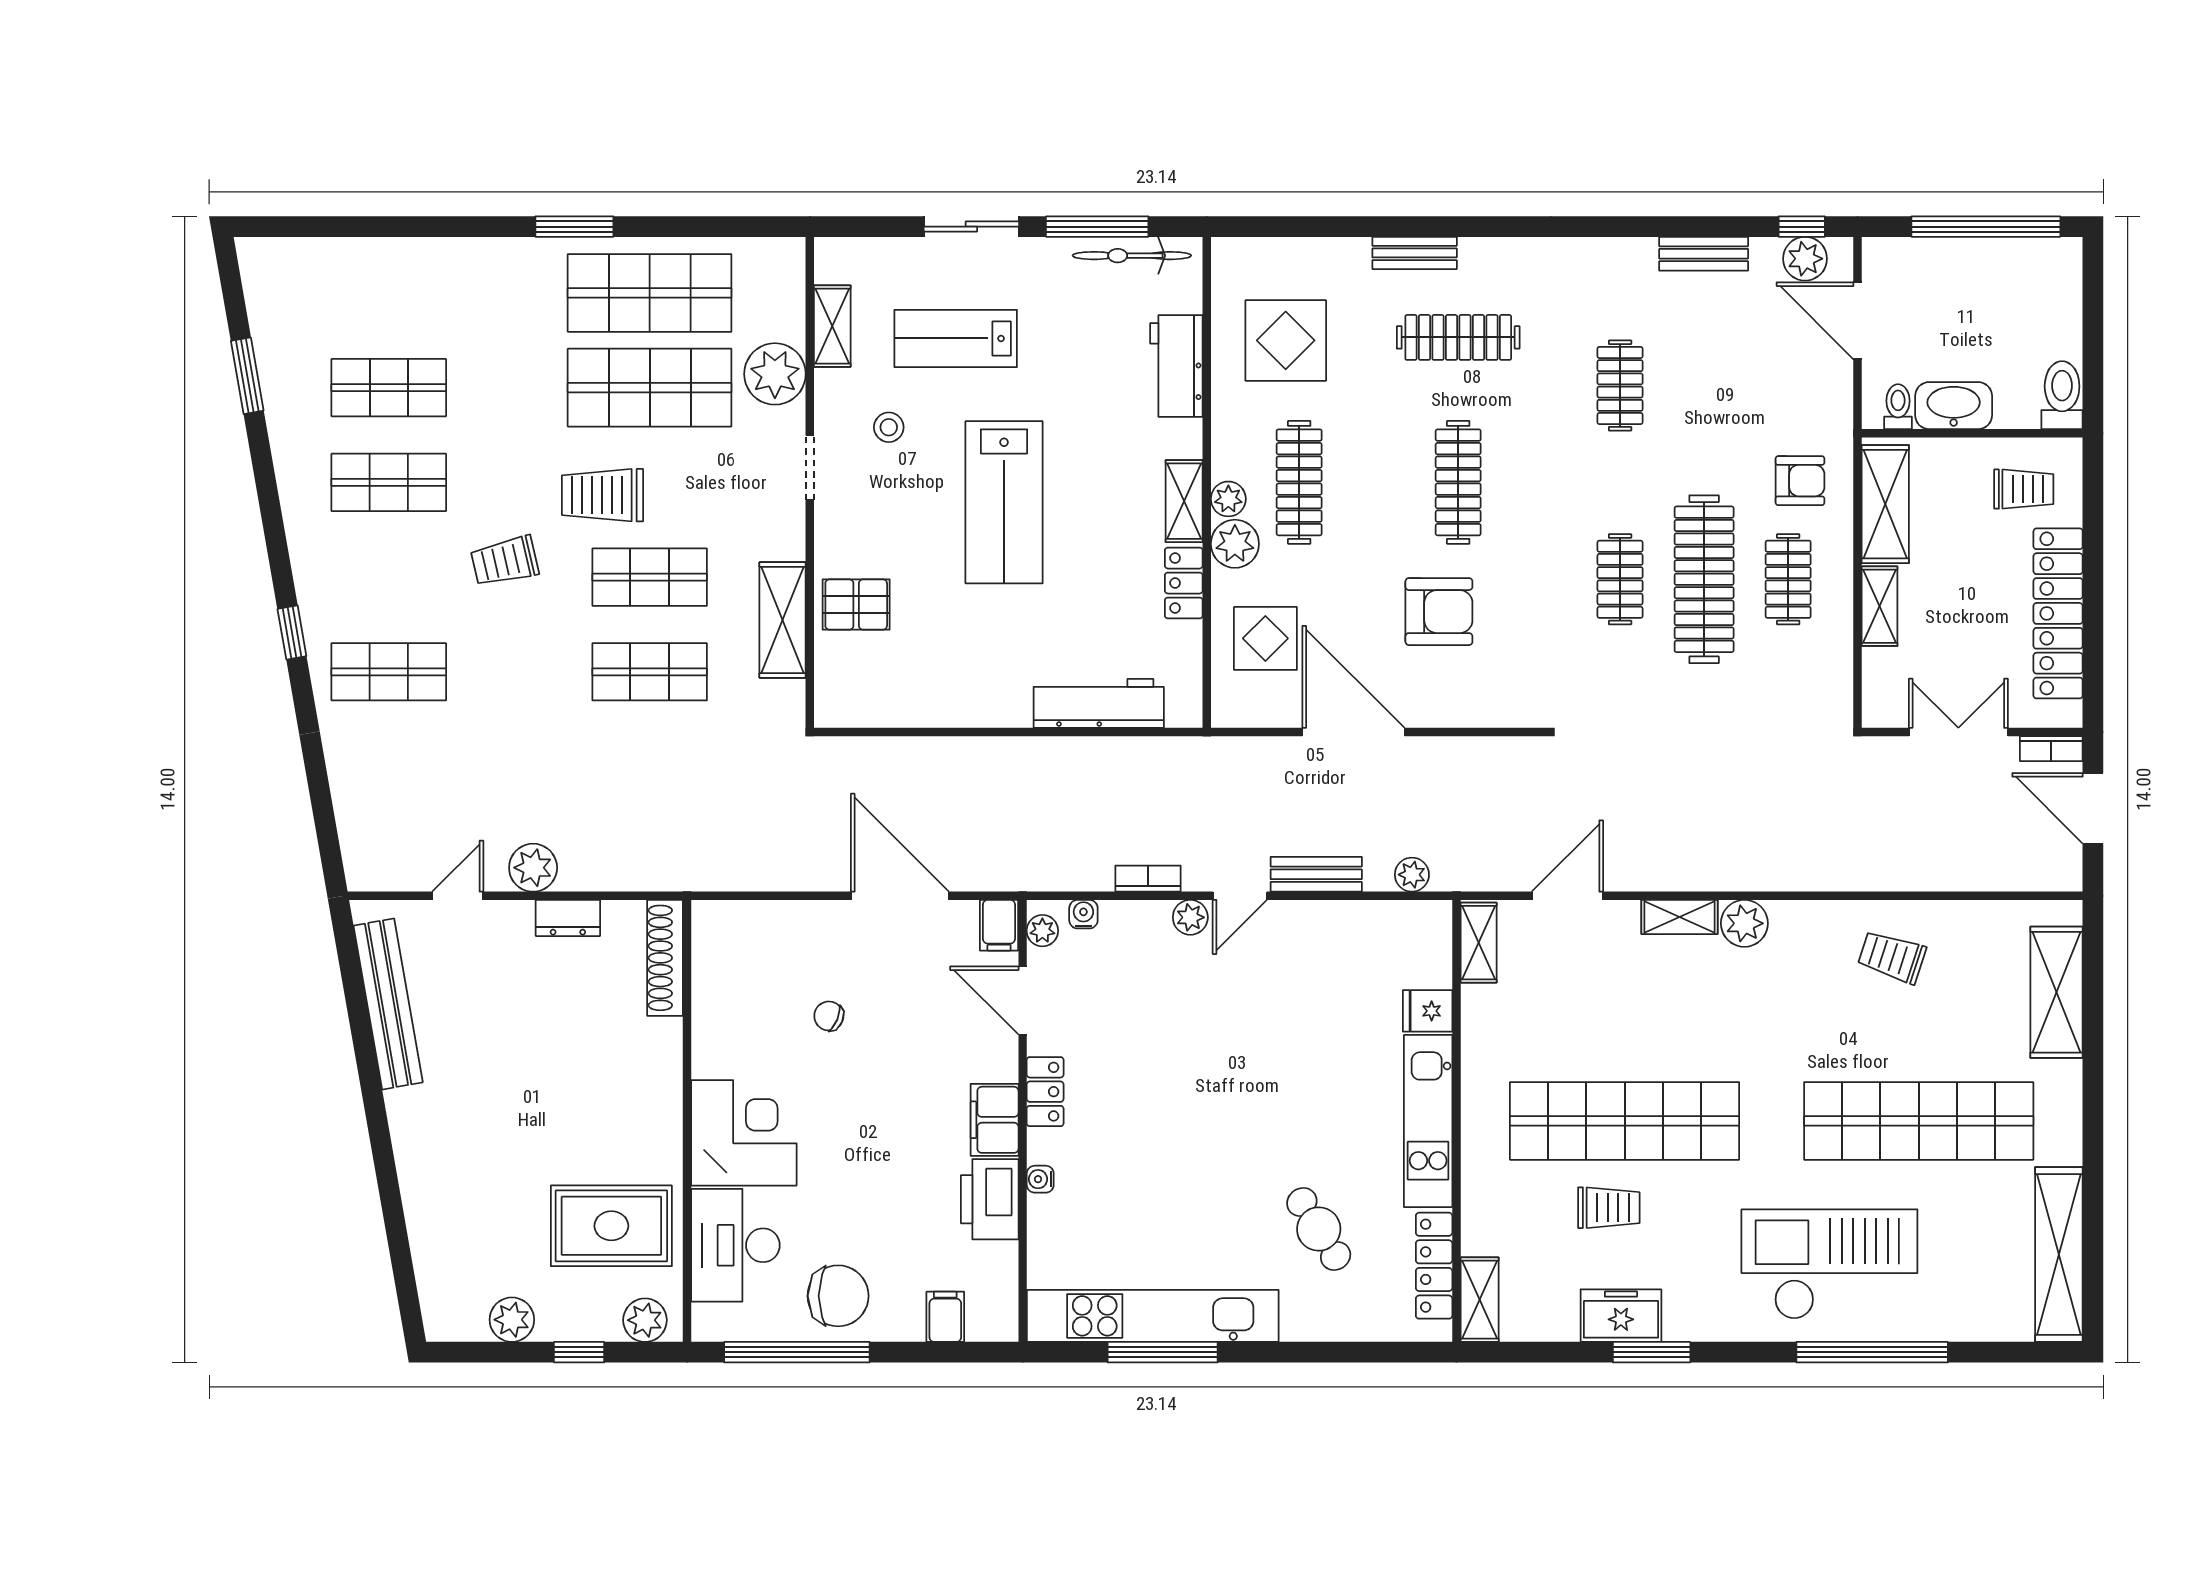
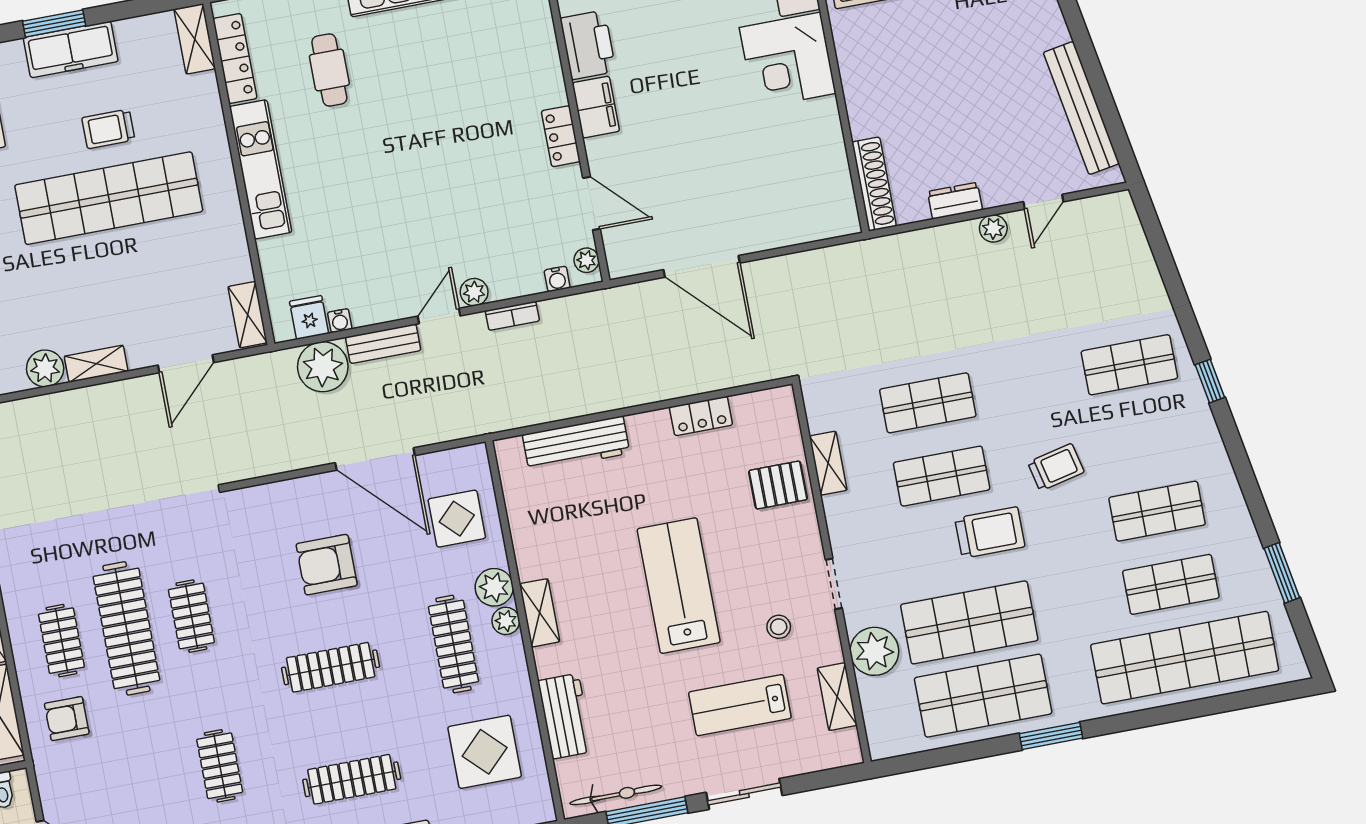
shop shelf: (389, 293) -> (1185, 658), added
lab bench: (956, 338) -> (740, 705), turned 180
clothes rail: (1458, 482) -> (331, 667), turned 90
locker: (1184, 583) -> (701, 416), moved, turned 90
shelving: (783, 620) -> (828, 463), width x0.67, depth x0.75
plant: (533, 868) -> (993, 228), width x0.73, depth x0.73
plant: (1412, 875) -> (323, 367), width x1.88, depth x1.88
filing cabinet: (999, 925) -> (621, 258), removed
fridge: (1428, 1011) -> (309, 317), moved, turned -90
chair: (829, 1016) -> (739, 163), removed
water cooler: (1040, 1179) -> (340, 321), moved, turned 90
cafe table: (1319, 1229) -> (329, 70), turned 32
freezer: (1621, 1316) -> (71, 50), width x1.40

